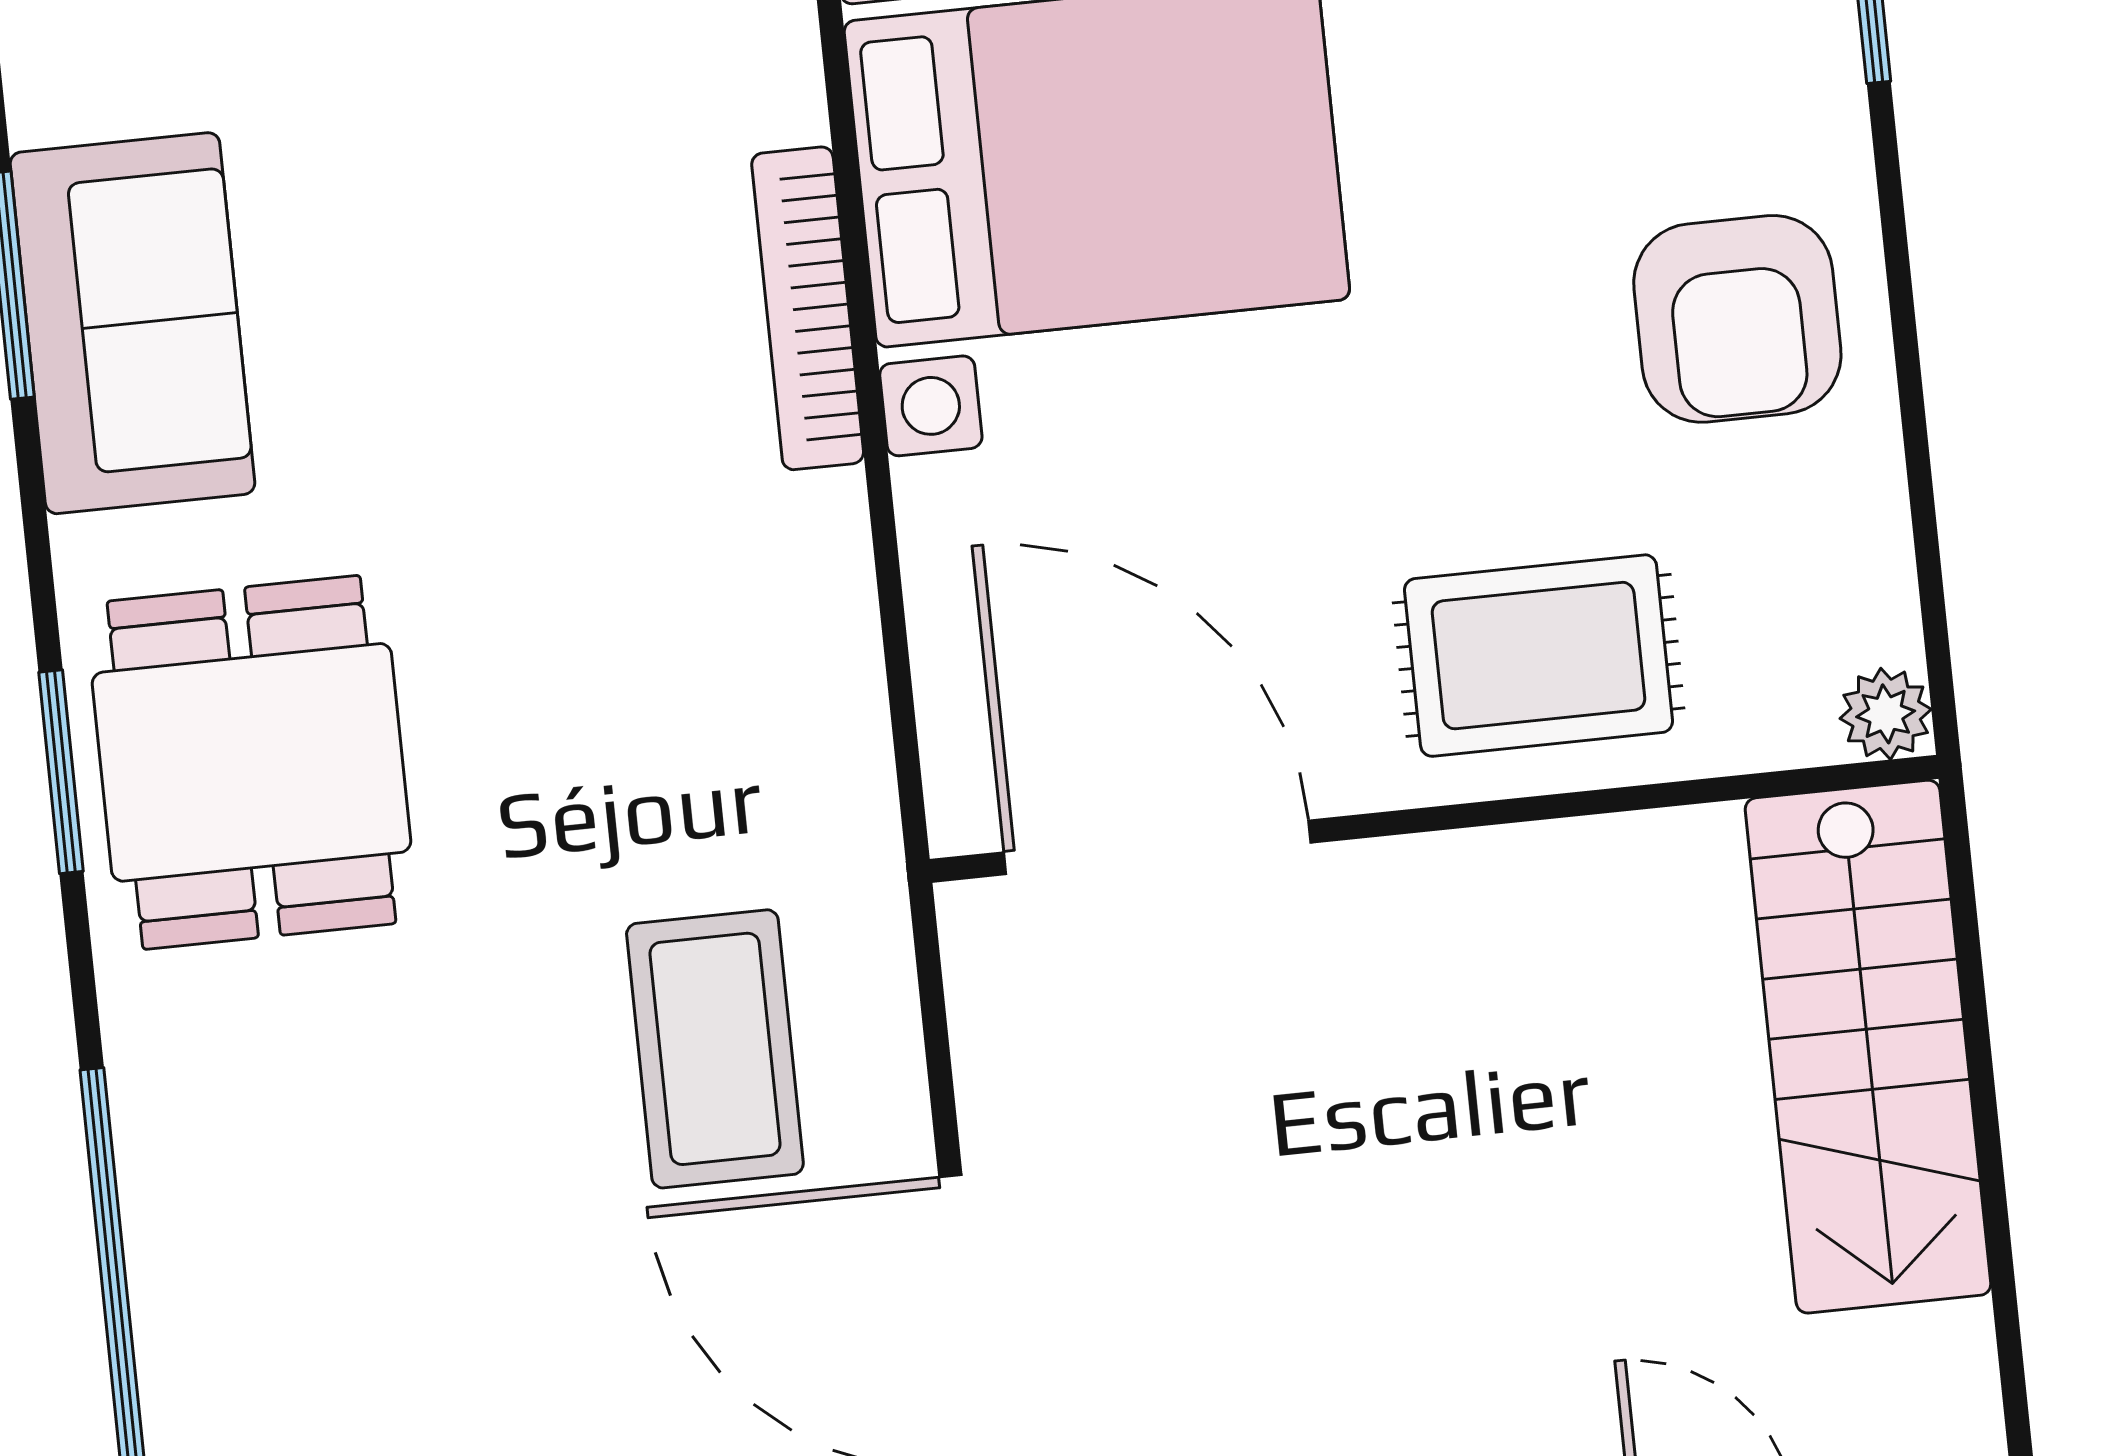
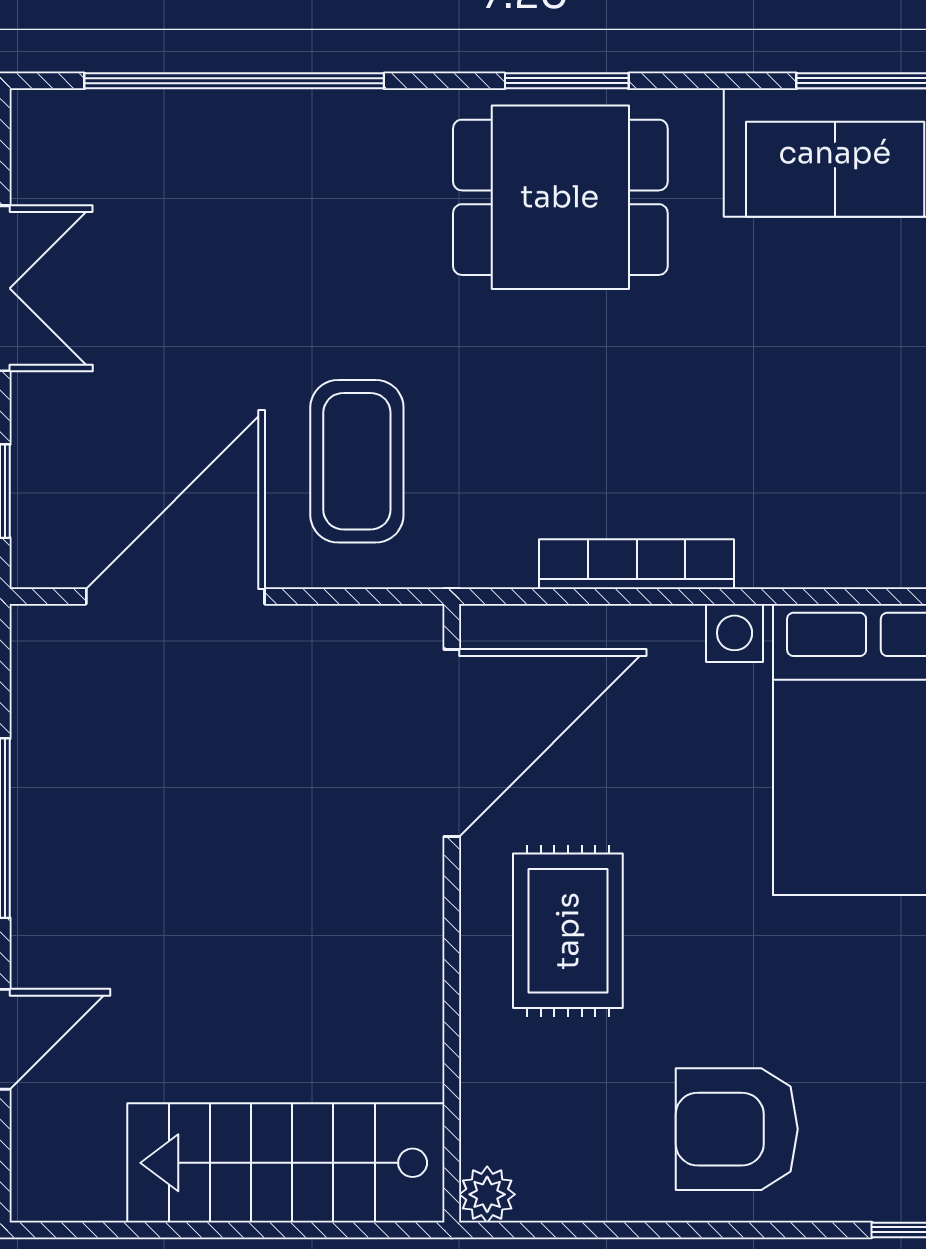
bookcase: (808, 308) -> (637, 564), moved
rug: (1539, 656) -> (568, 931), moved
coffee table: (715, 1049) -> (357, 461), turned 90

